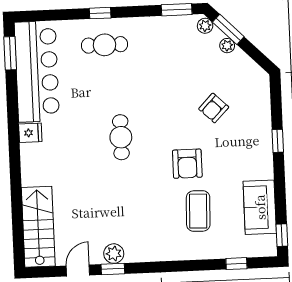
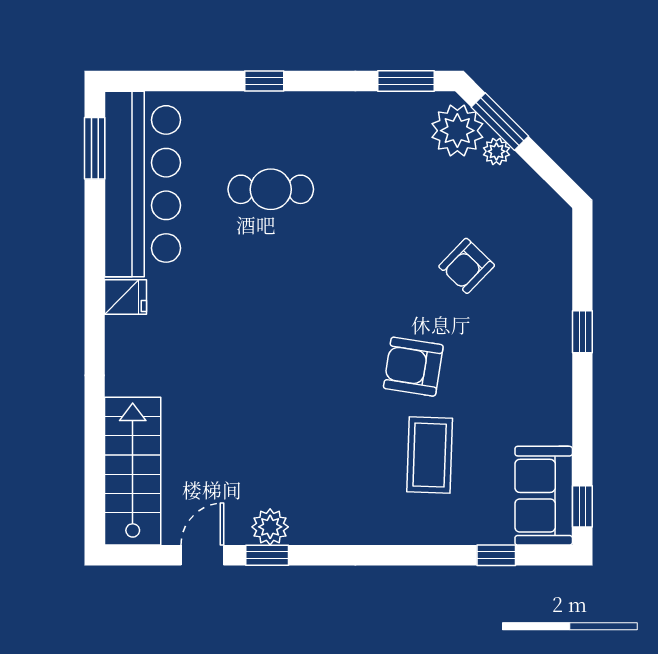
plant: (205, 26) -> (457, 131), width x1.87, depth x1.87
cafe table: (104, 45) -> (271, 189), moved
cafe table: (121, 137) -> (293, 312), removed
armchair: (187, 164) -> (413, 367), turned 99
sofa: (260, 207) -> (544, 496), moved

